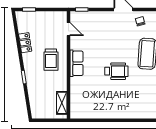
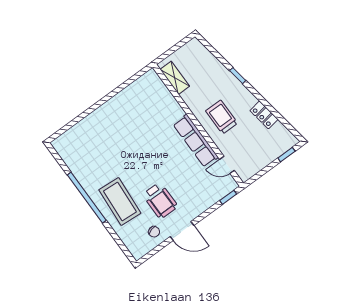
row of seats: (76, 63) -> (196, 141), width x1.48
wheelchair: (116, 71) -> (160, 201), moved, turned -90

